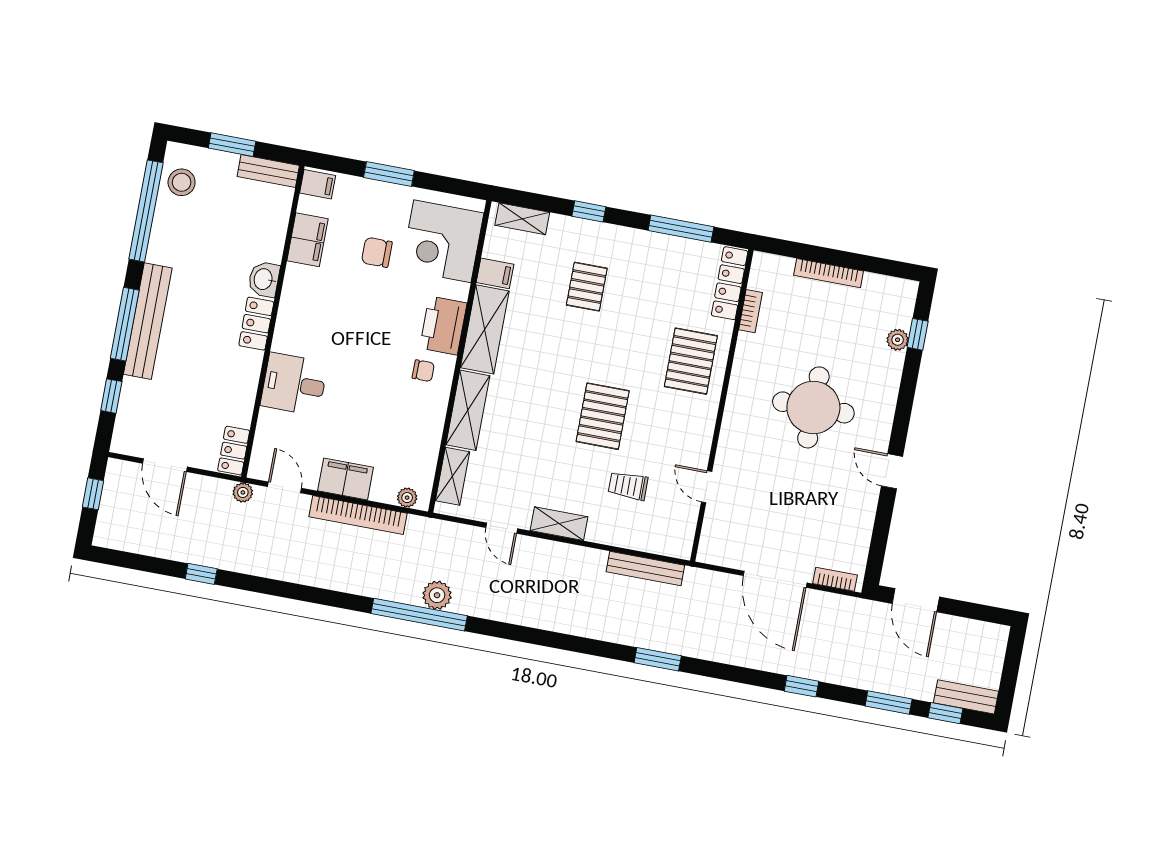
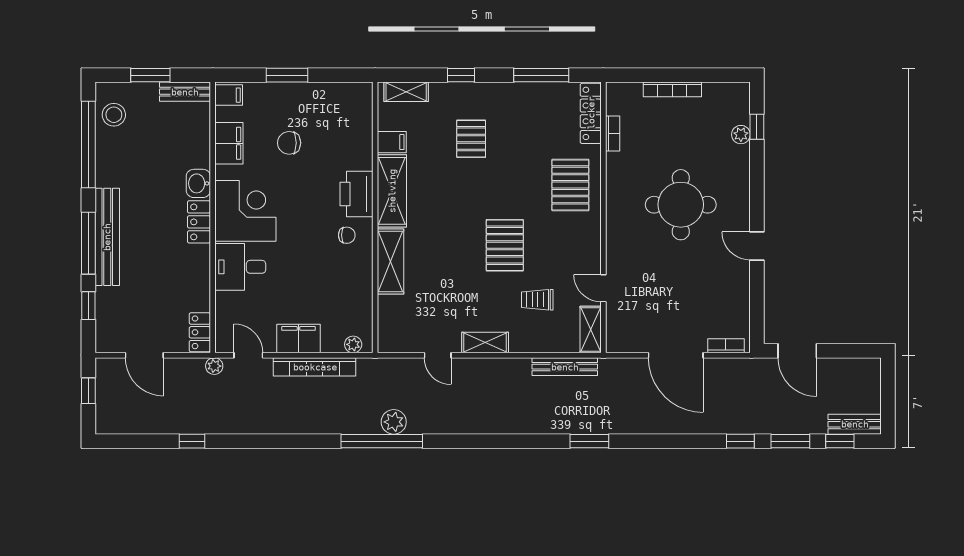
corner desk: (442, 241) -> (245, 211), moved, turned 180
shelving: (453, 476) -> (591, 330), moved
window: (802, 686) -> (740, 441), moved

